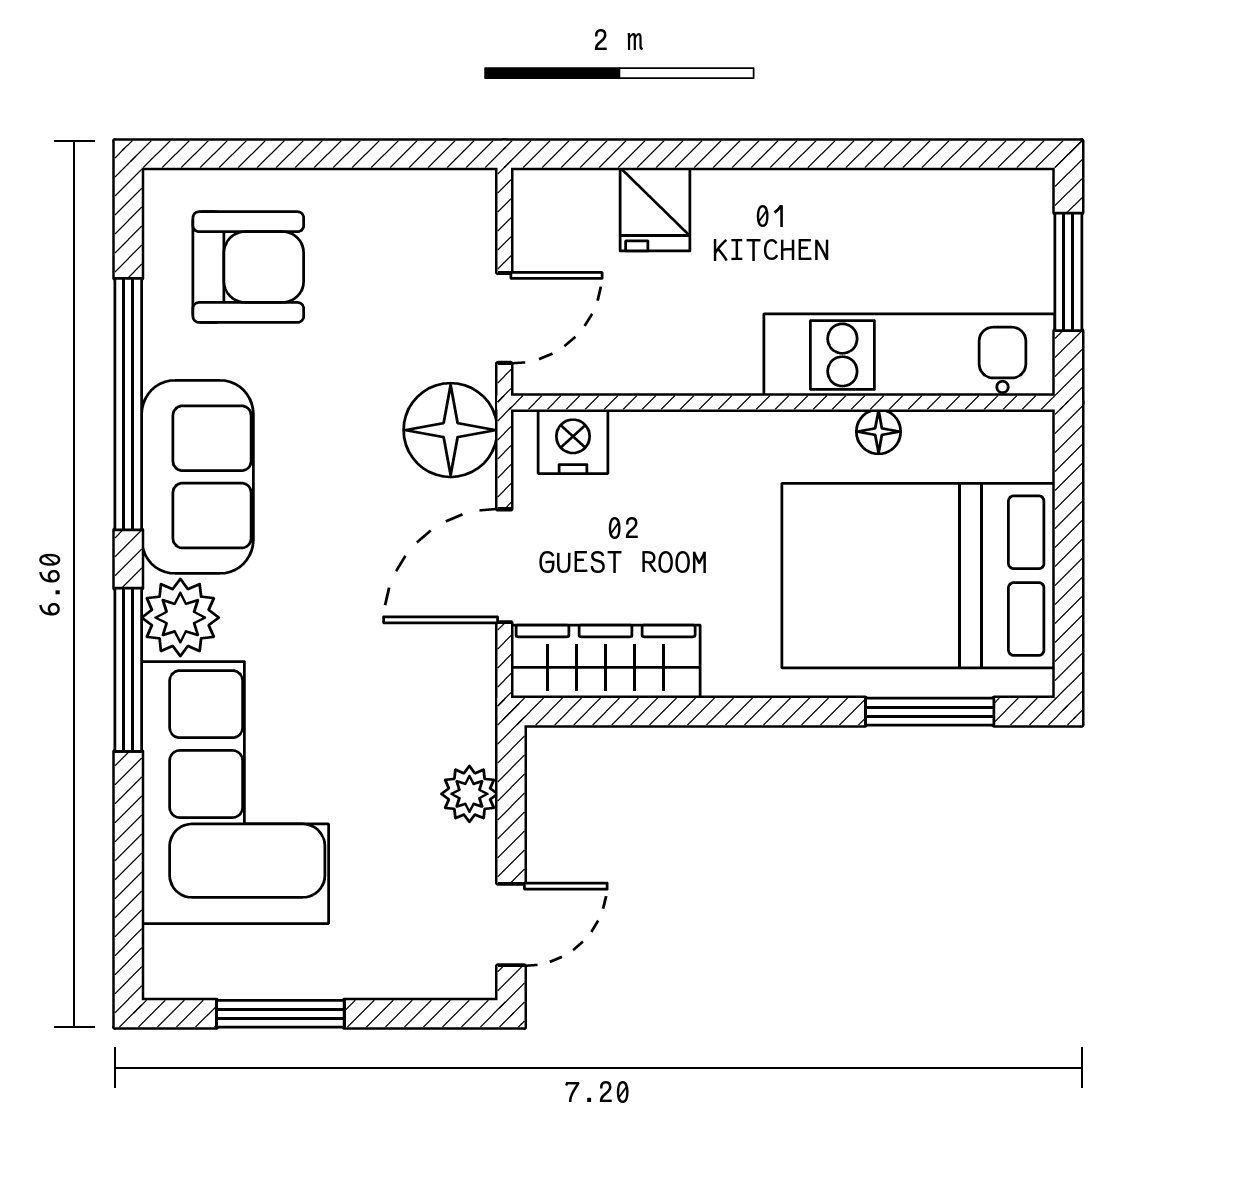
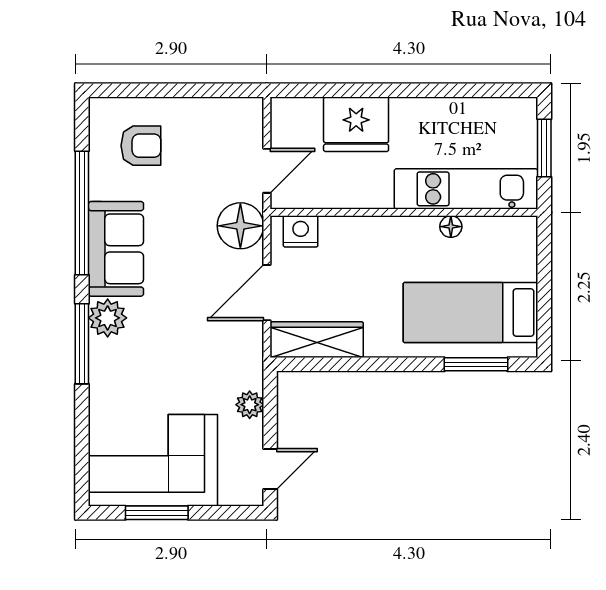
fridge: (655, 209) -> (356, 124), width x1.88, depth x1.34
armchair: (248, 267) -> (141, 146), width x0.72, depth x0.72
bed: (918, 576) -> (470, 312), width x0.67
corner sofa: (235, 793) -> (153, 460), moved, turned -90

